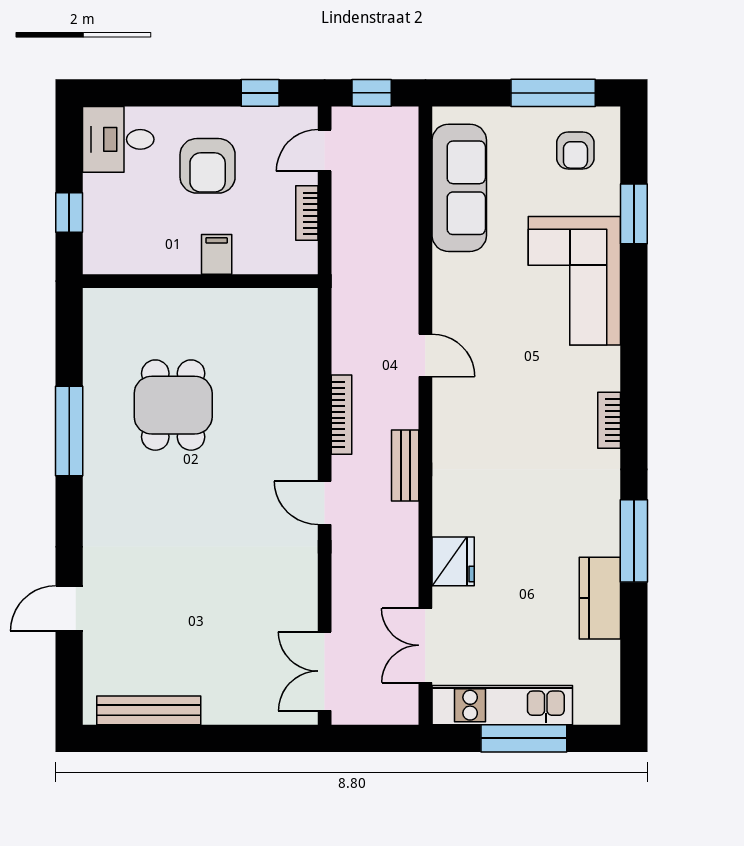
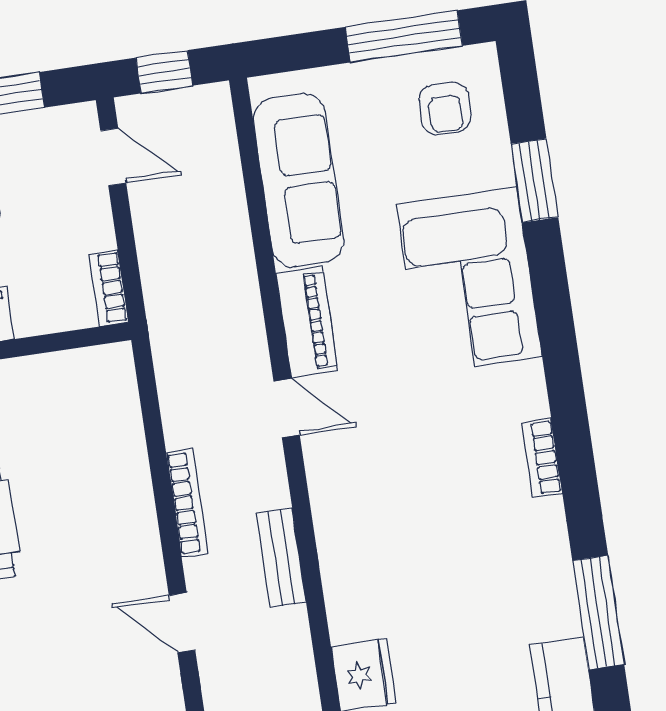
door: (325, 150) -> (113, 157), swing flipped
bookcase: (307, 213) -> (109, 288), moved
piano: (450, 294) -> (307, 322), added

